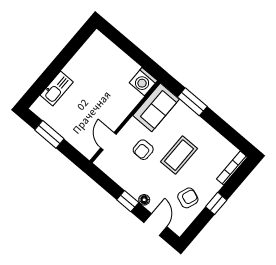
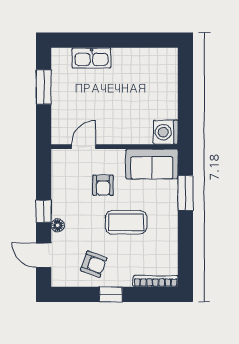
armchair: (143, 150) -> (103, 185), turned -90
door: (155, 225) -> (44, 255), swing flipped

